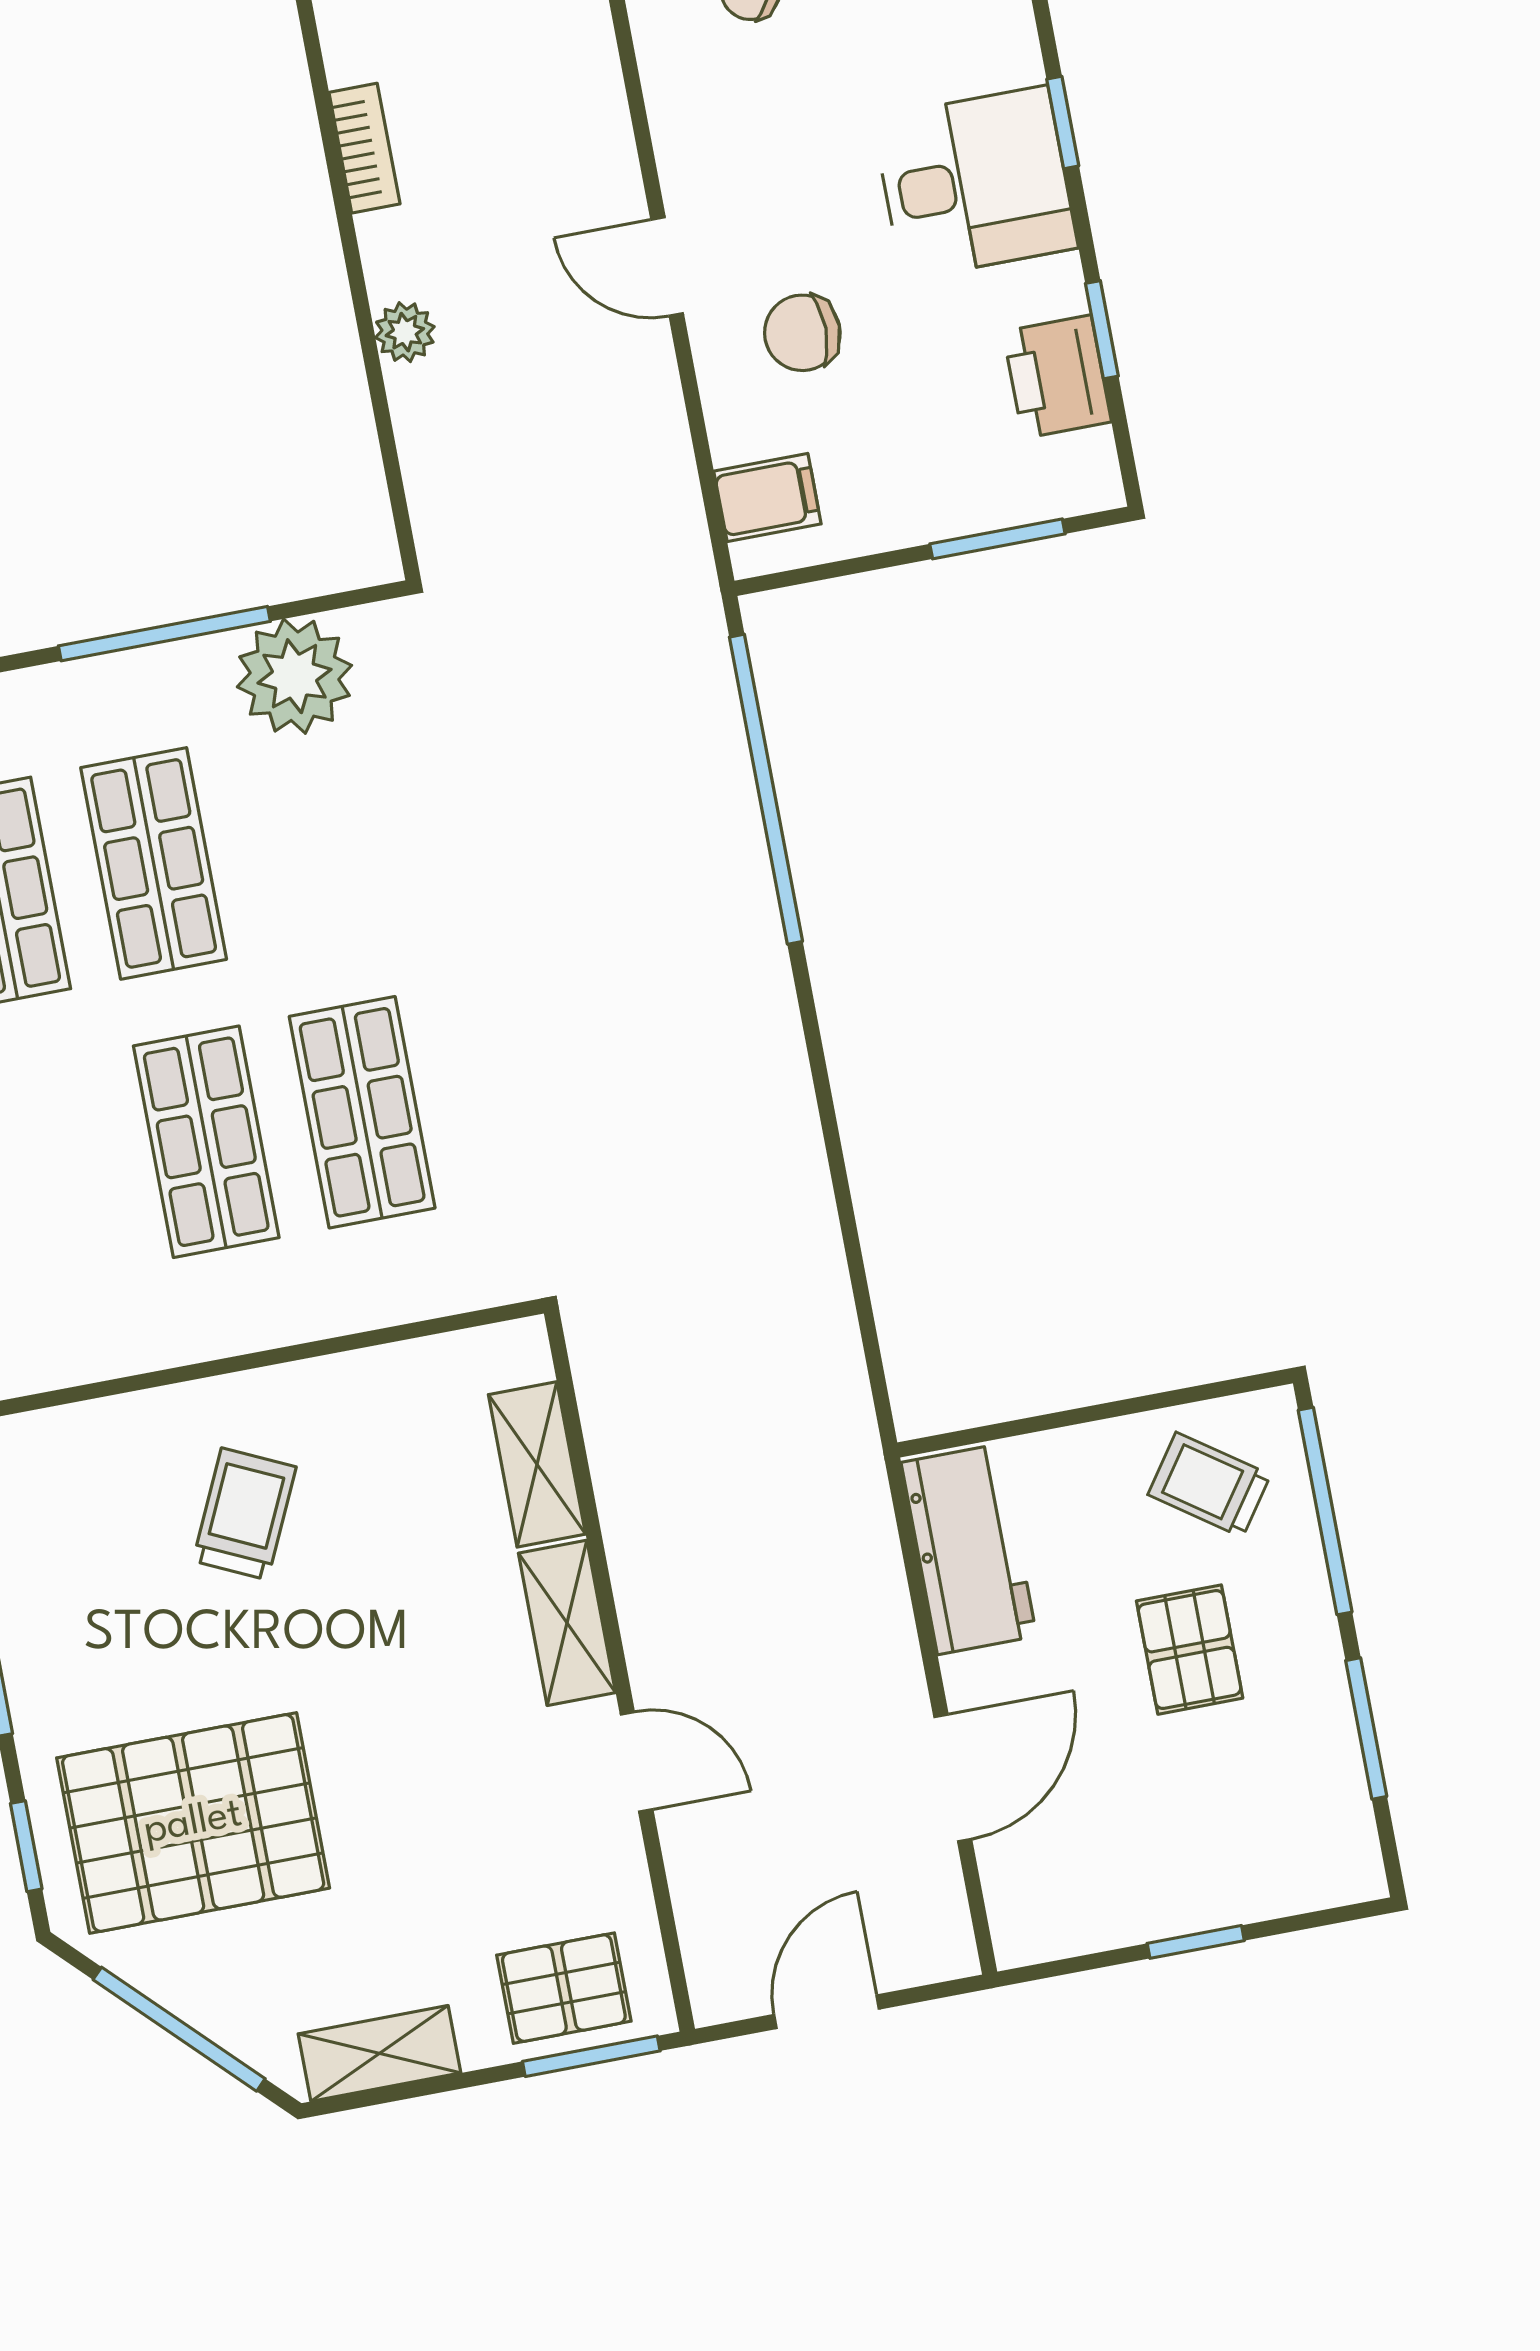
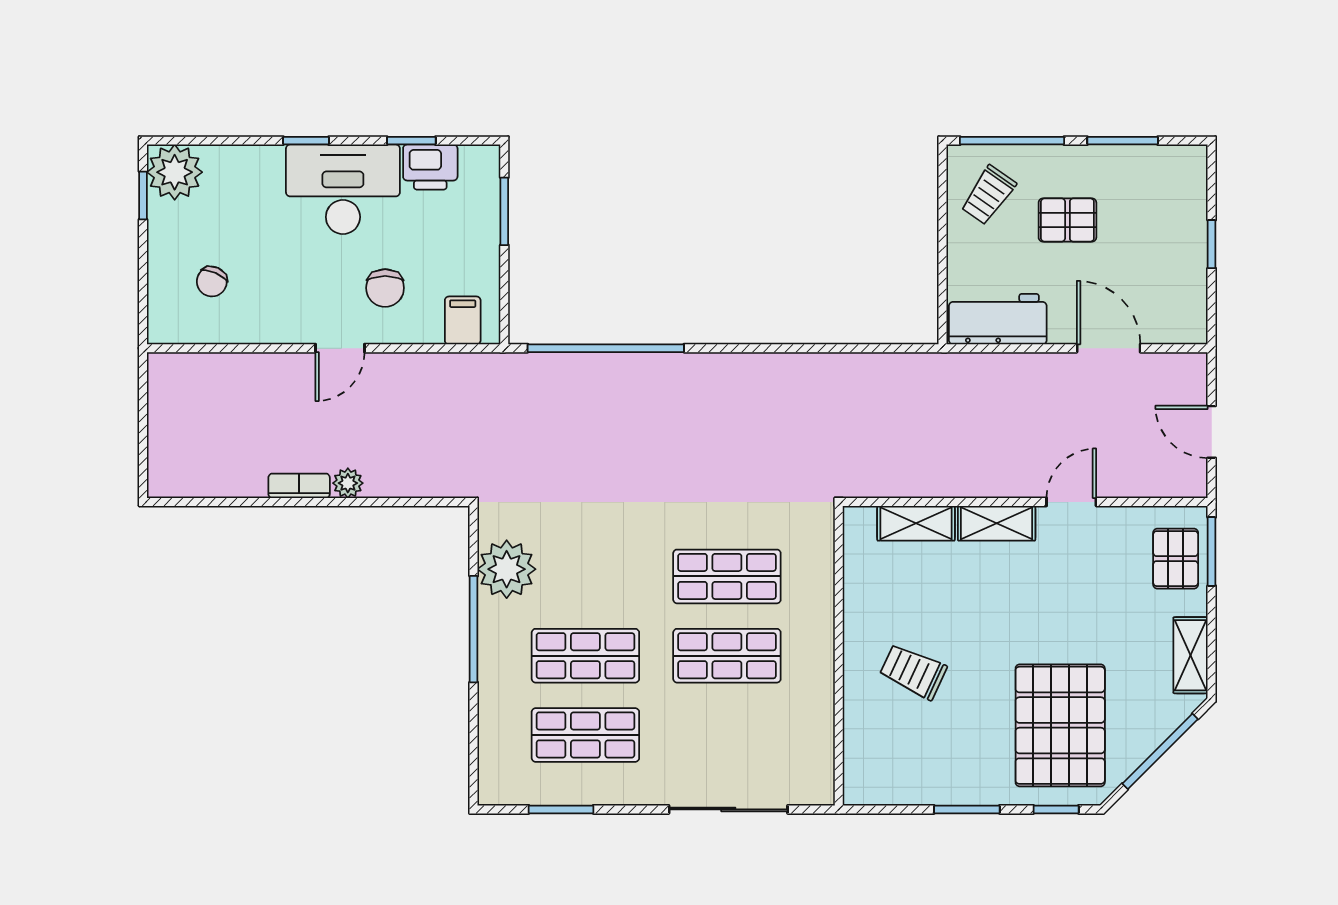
bookcase: (364, 148) -> (299, 486), moved
desk: (975, 183) -> (343, 189), width x1.37

